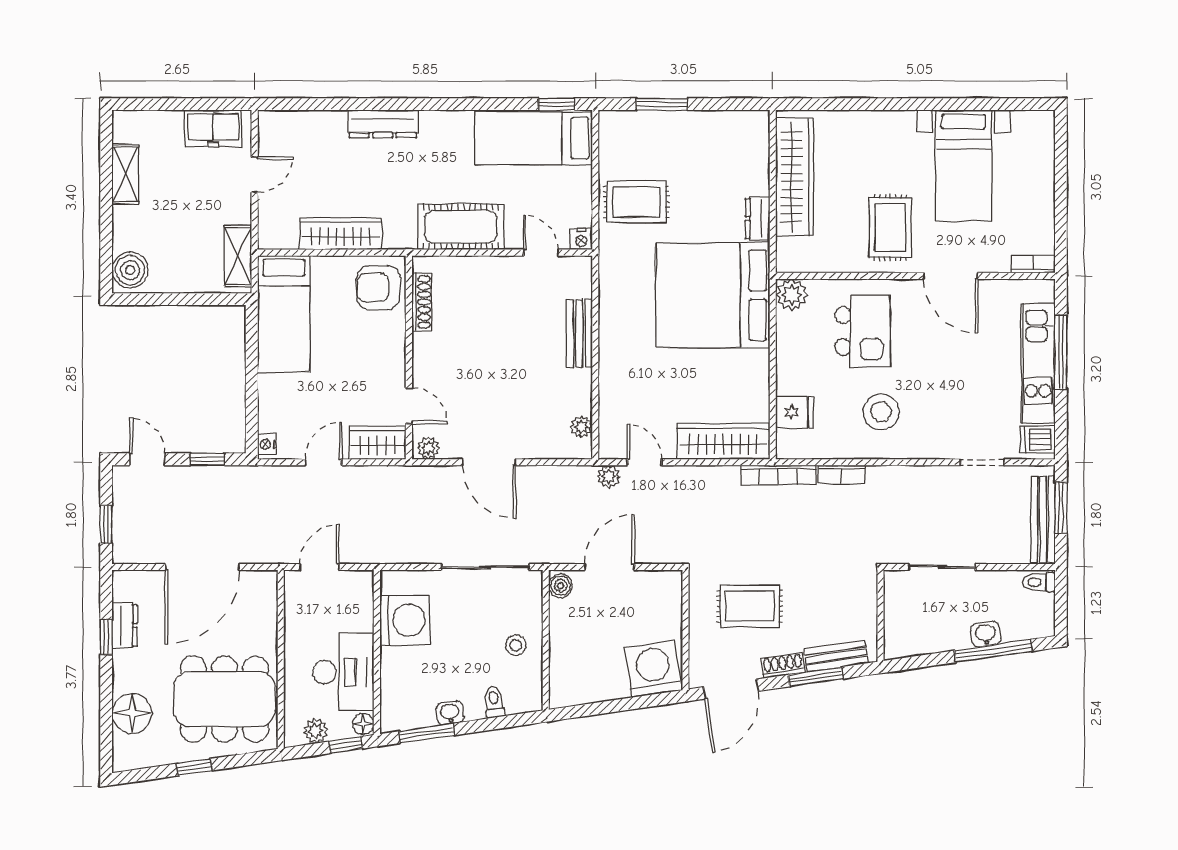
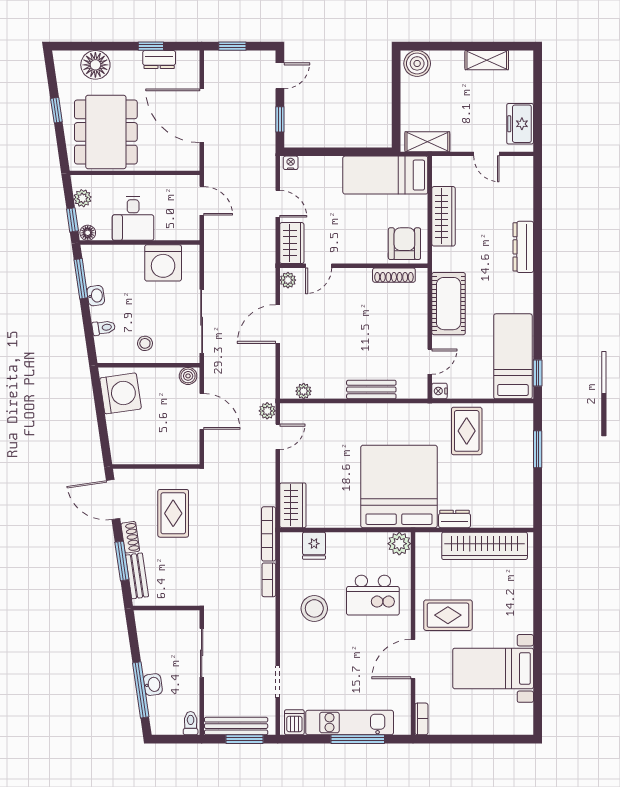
wardrobe: (723, 441) -> (293, 505), width x0.67
washing machine: (653, 669) -> (120, 393), moved
desk: (343, 672) -> (133, 218), width x0.73

